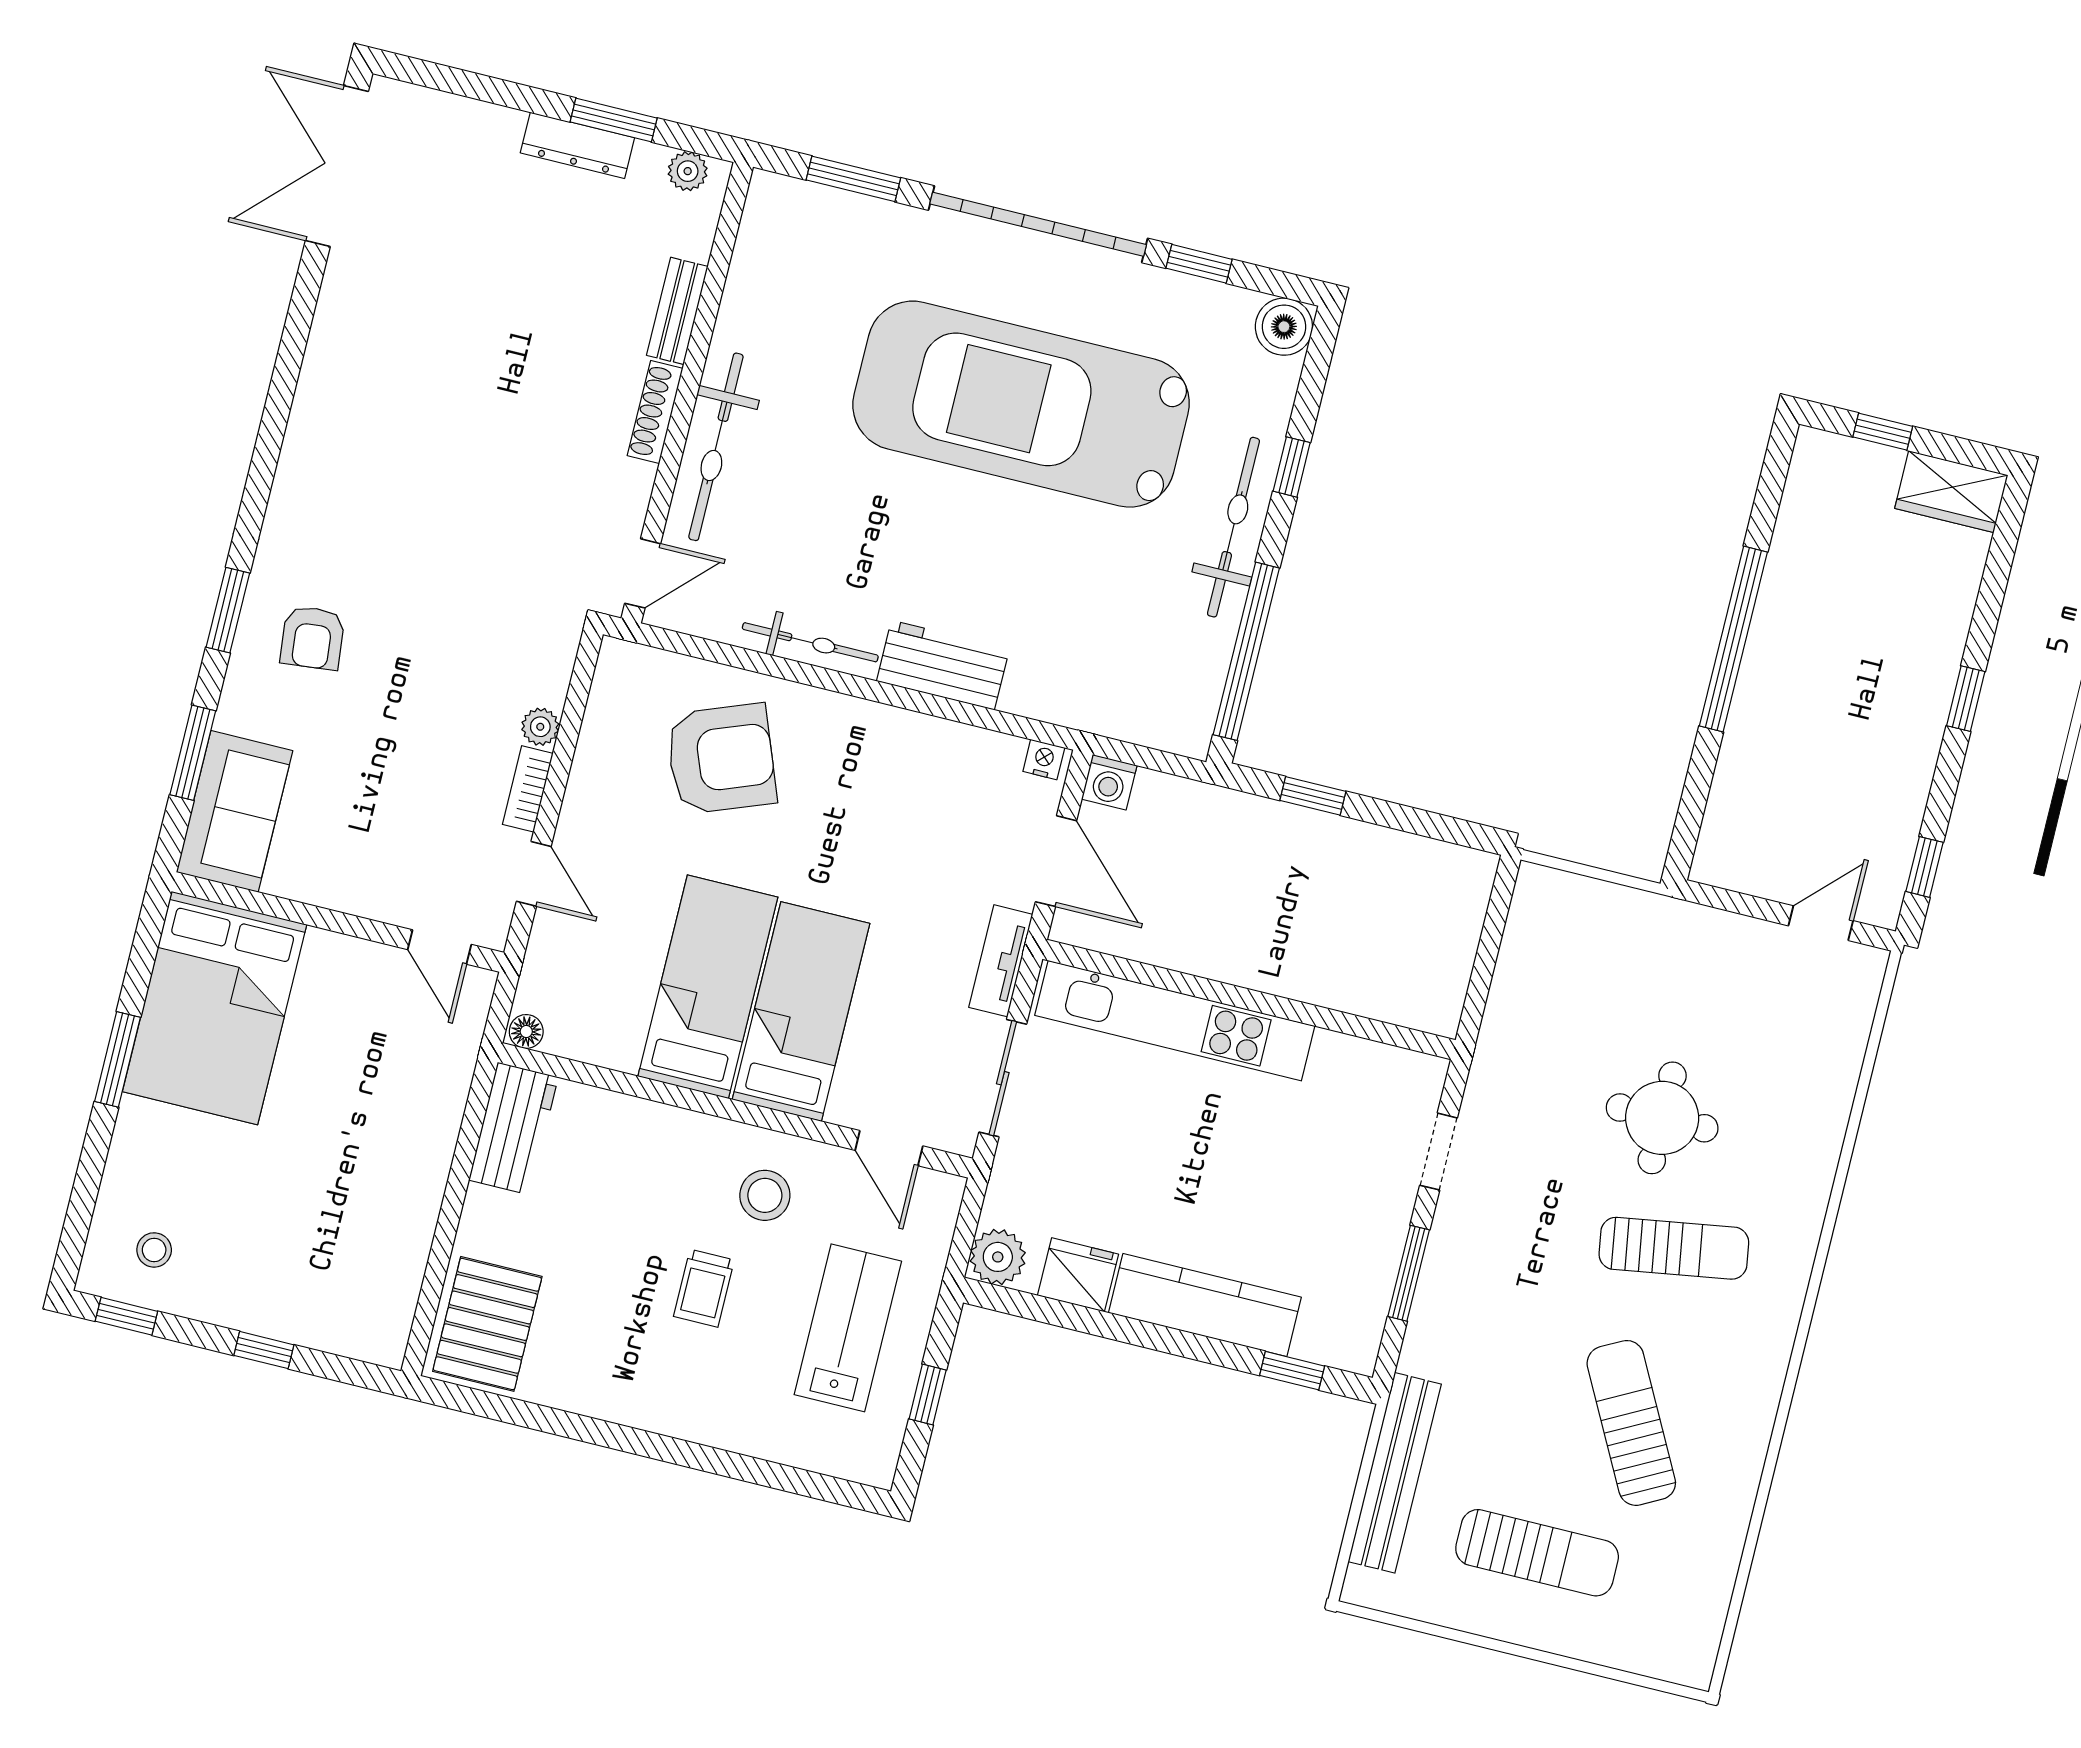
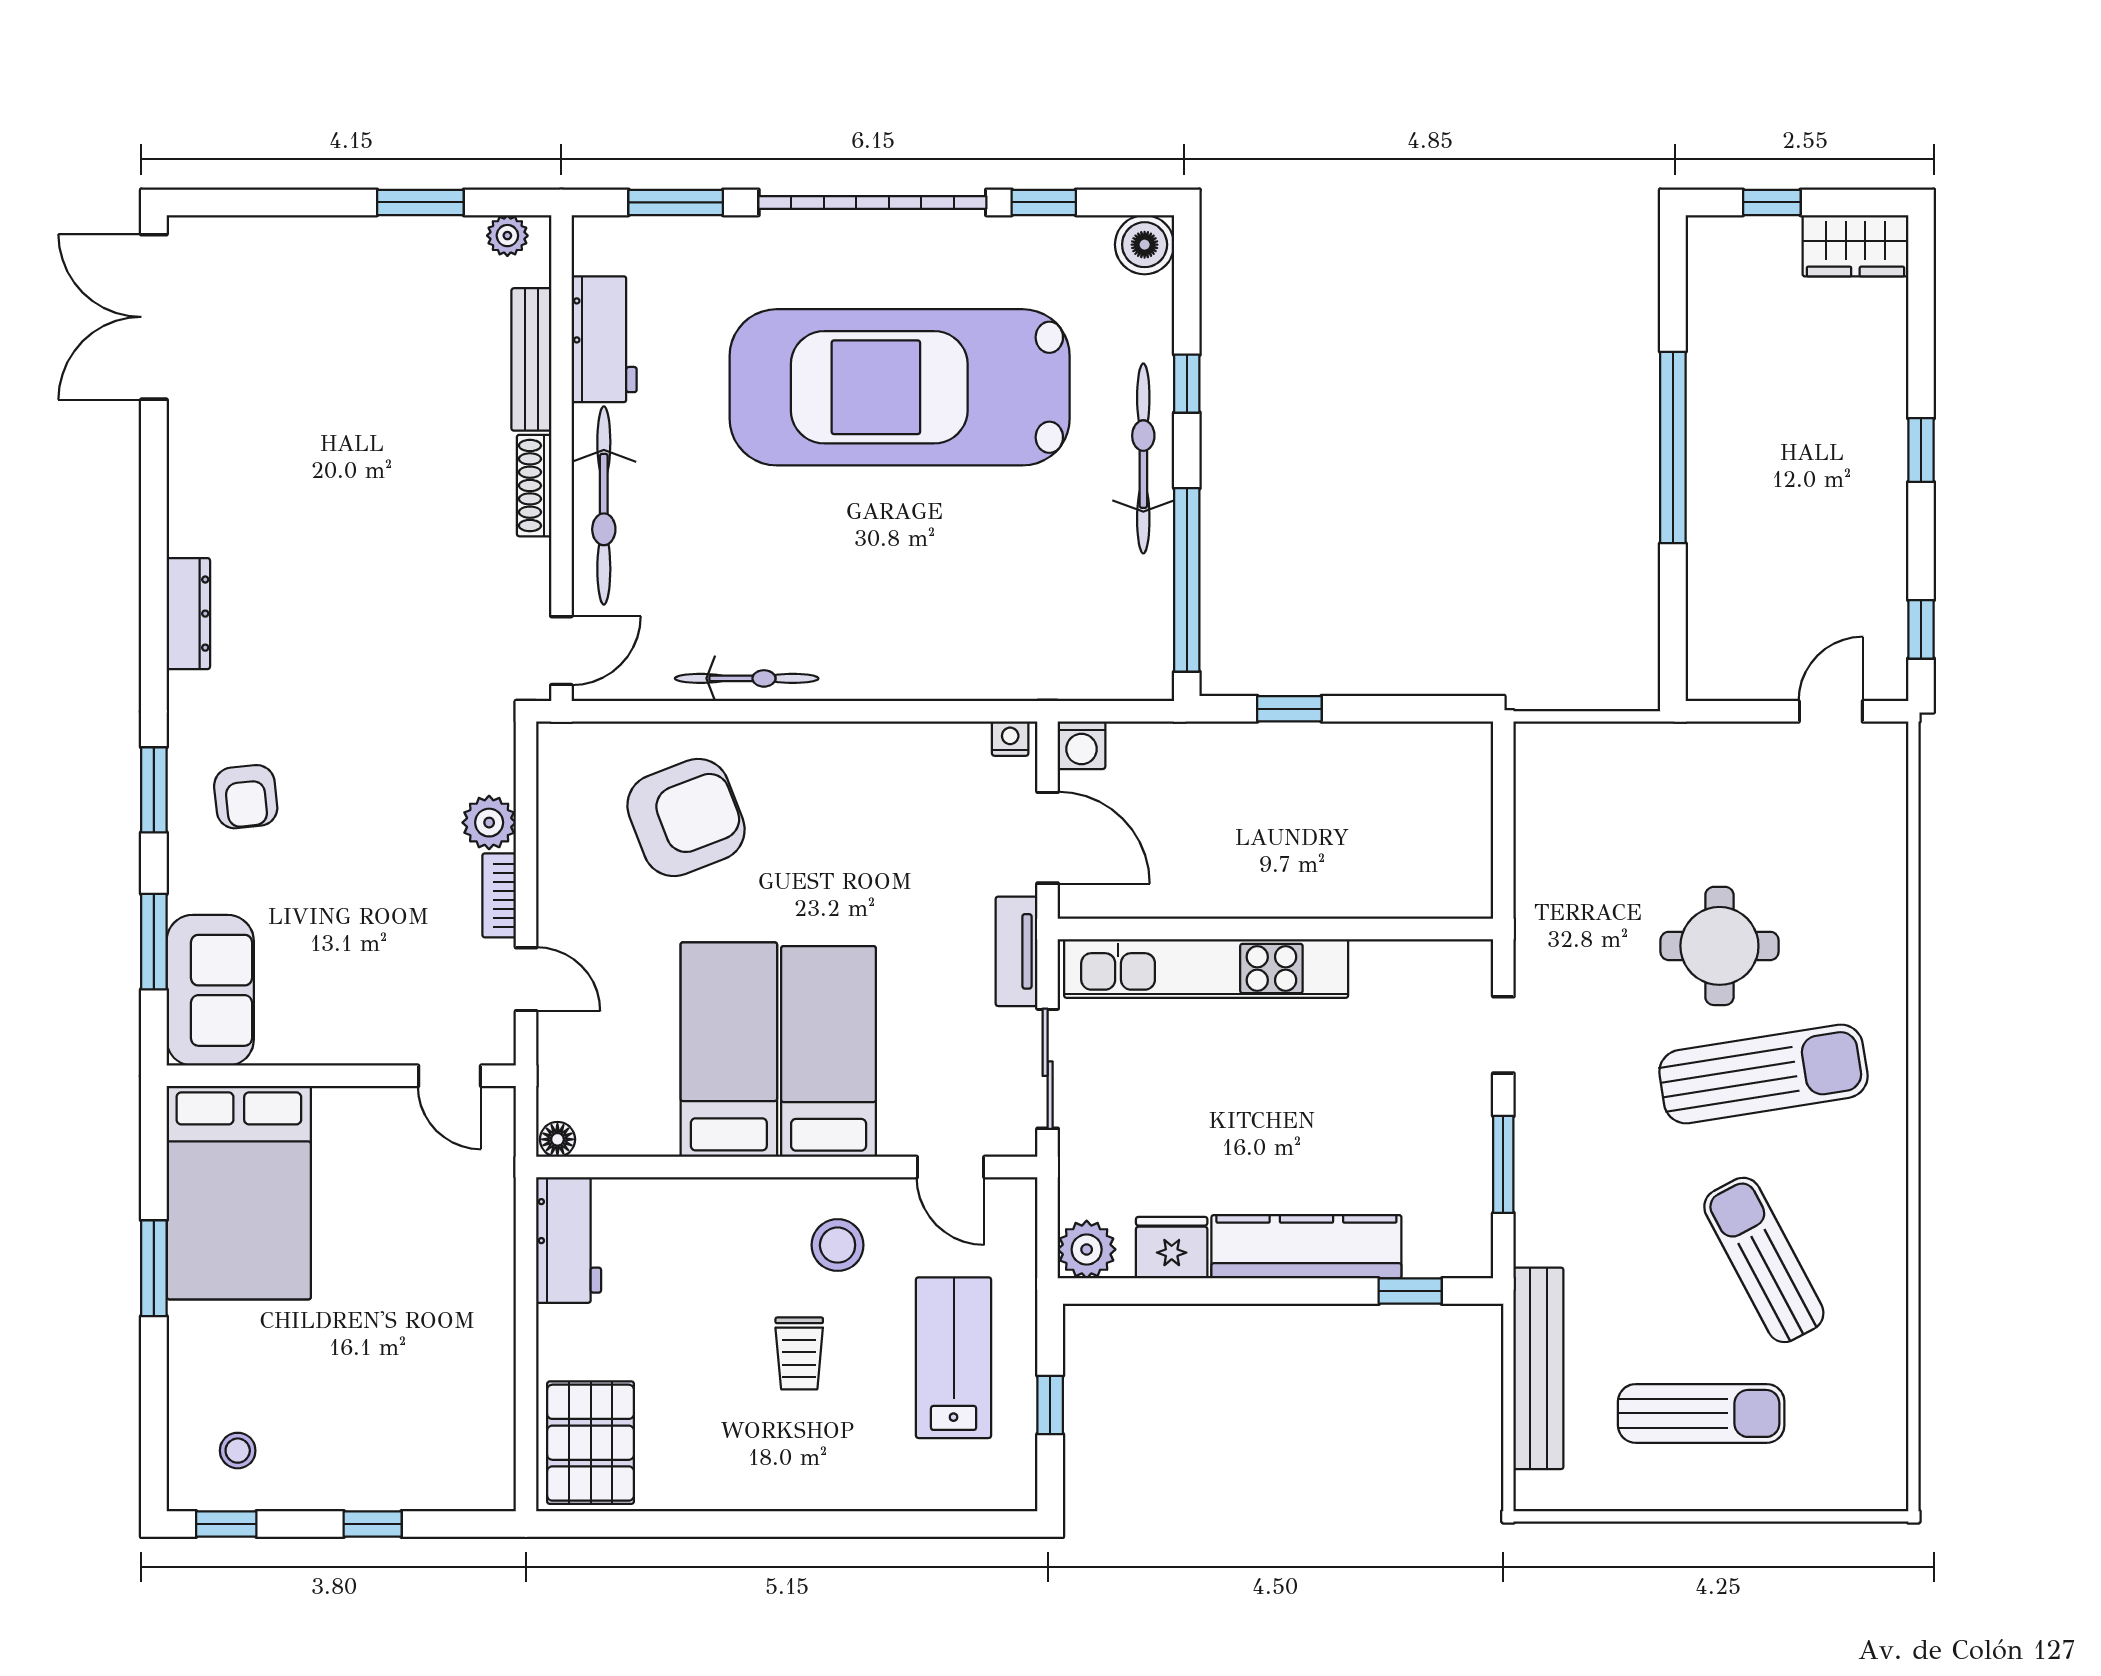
dresser: (577, 145) -> (188, 614), moved, turned -90
bench: (677, 311) -> (531, 359), width x1.36
workbench: (943, 665) -> (604, 339), moved, turned 90
plant: (540, 727) -> (489, 823), width x1.38, depth x1.38
sun lounger: (1674, 1248) -> (1763, 1074), width x1.36, depth x1.34

